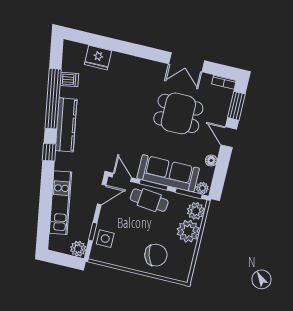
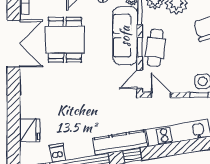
double door: (187, 62) -> (14, 44), width x1.37
kitchen counter: (66, 125) -> (120, 142), moved
window: (154, 185) -> (140, 47), width x0.67

